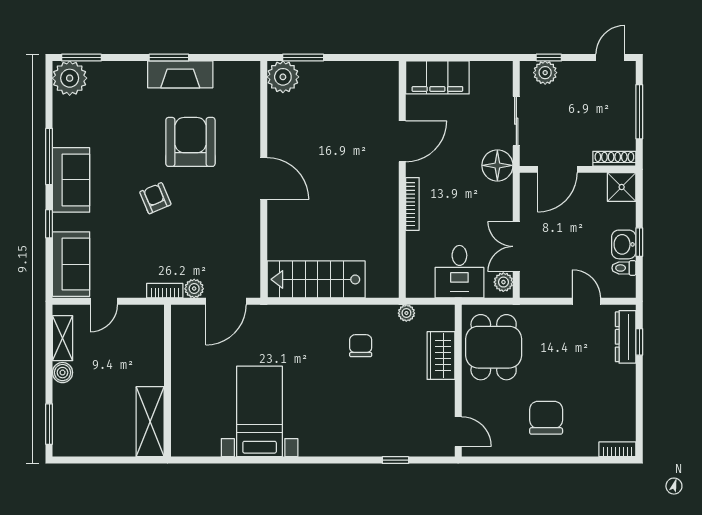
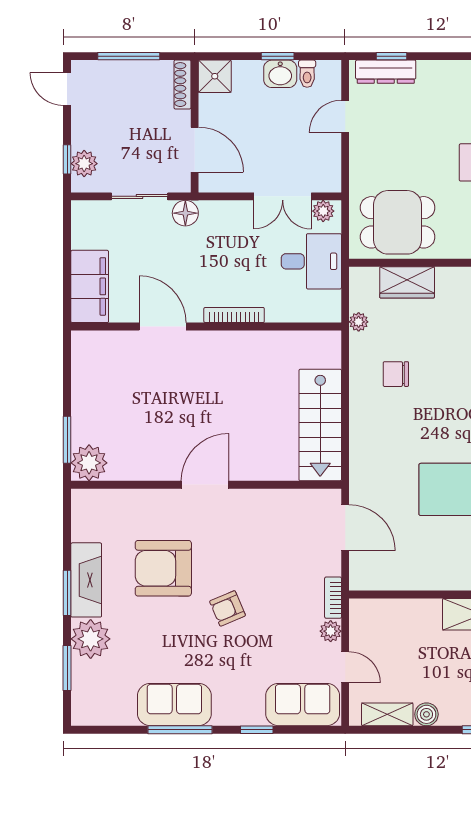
window: (81, 58) -> (67, 668), moved
plant: (70, 78) -> (91, 639), moved
floor lamp: (497, 165) -> (185, 213), width x0.73, depth x0.73
sofa: (71, 180) -> (174, 705), moved
plant: (194, 289) -> (331, 631), moved

